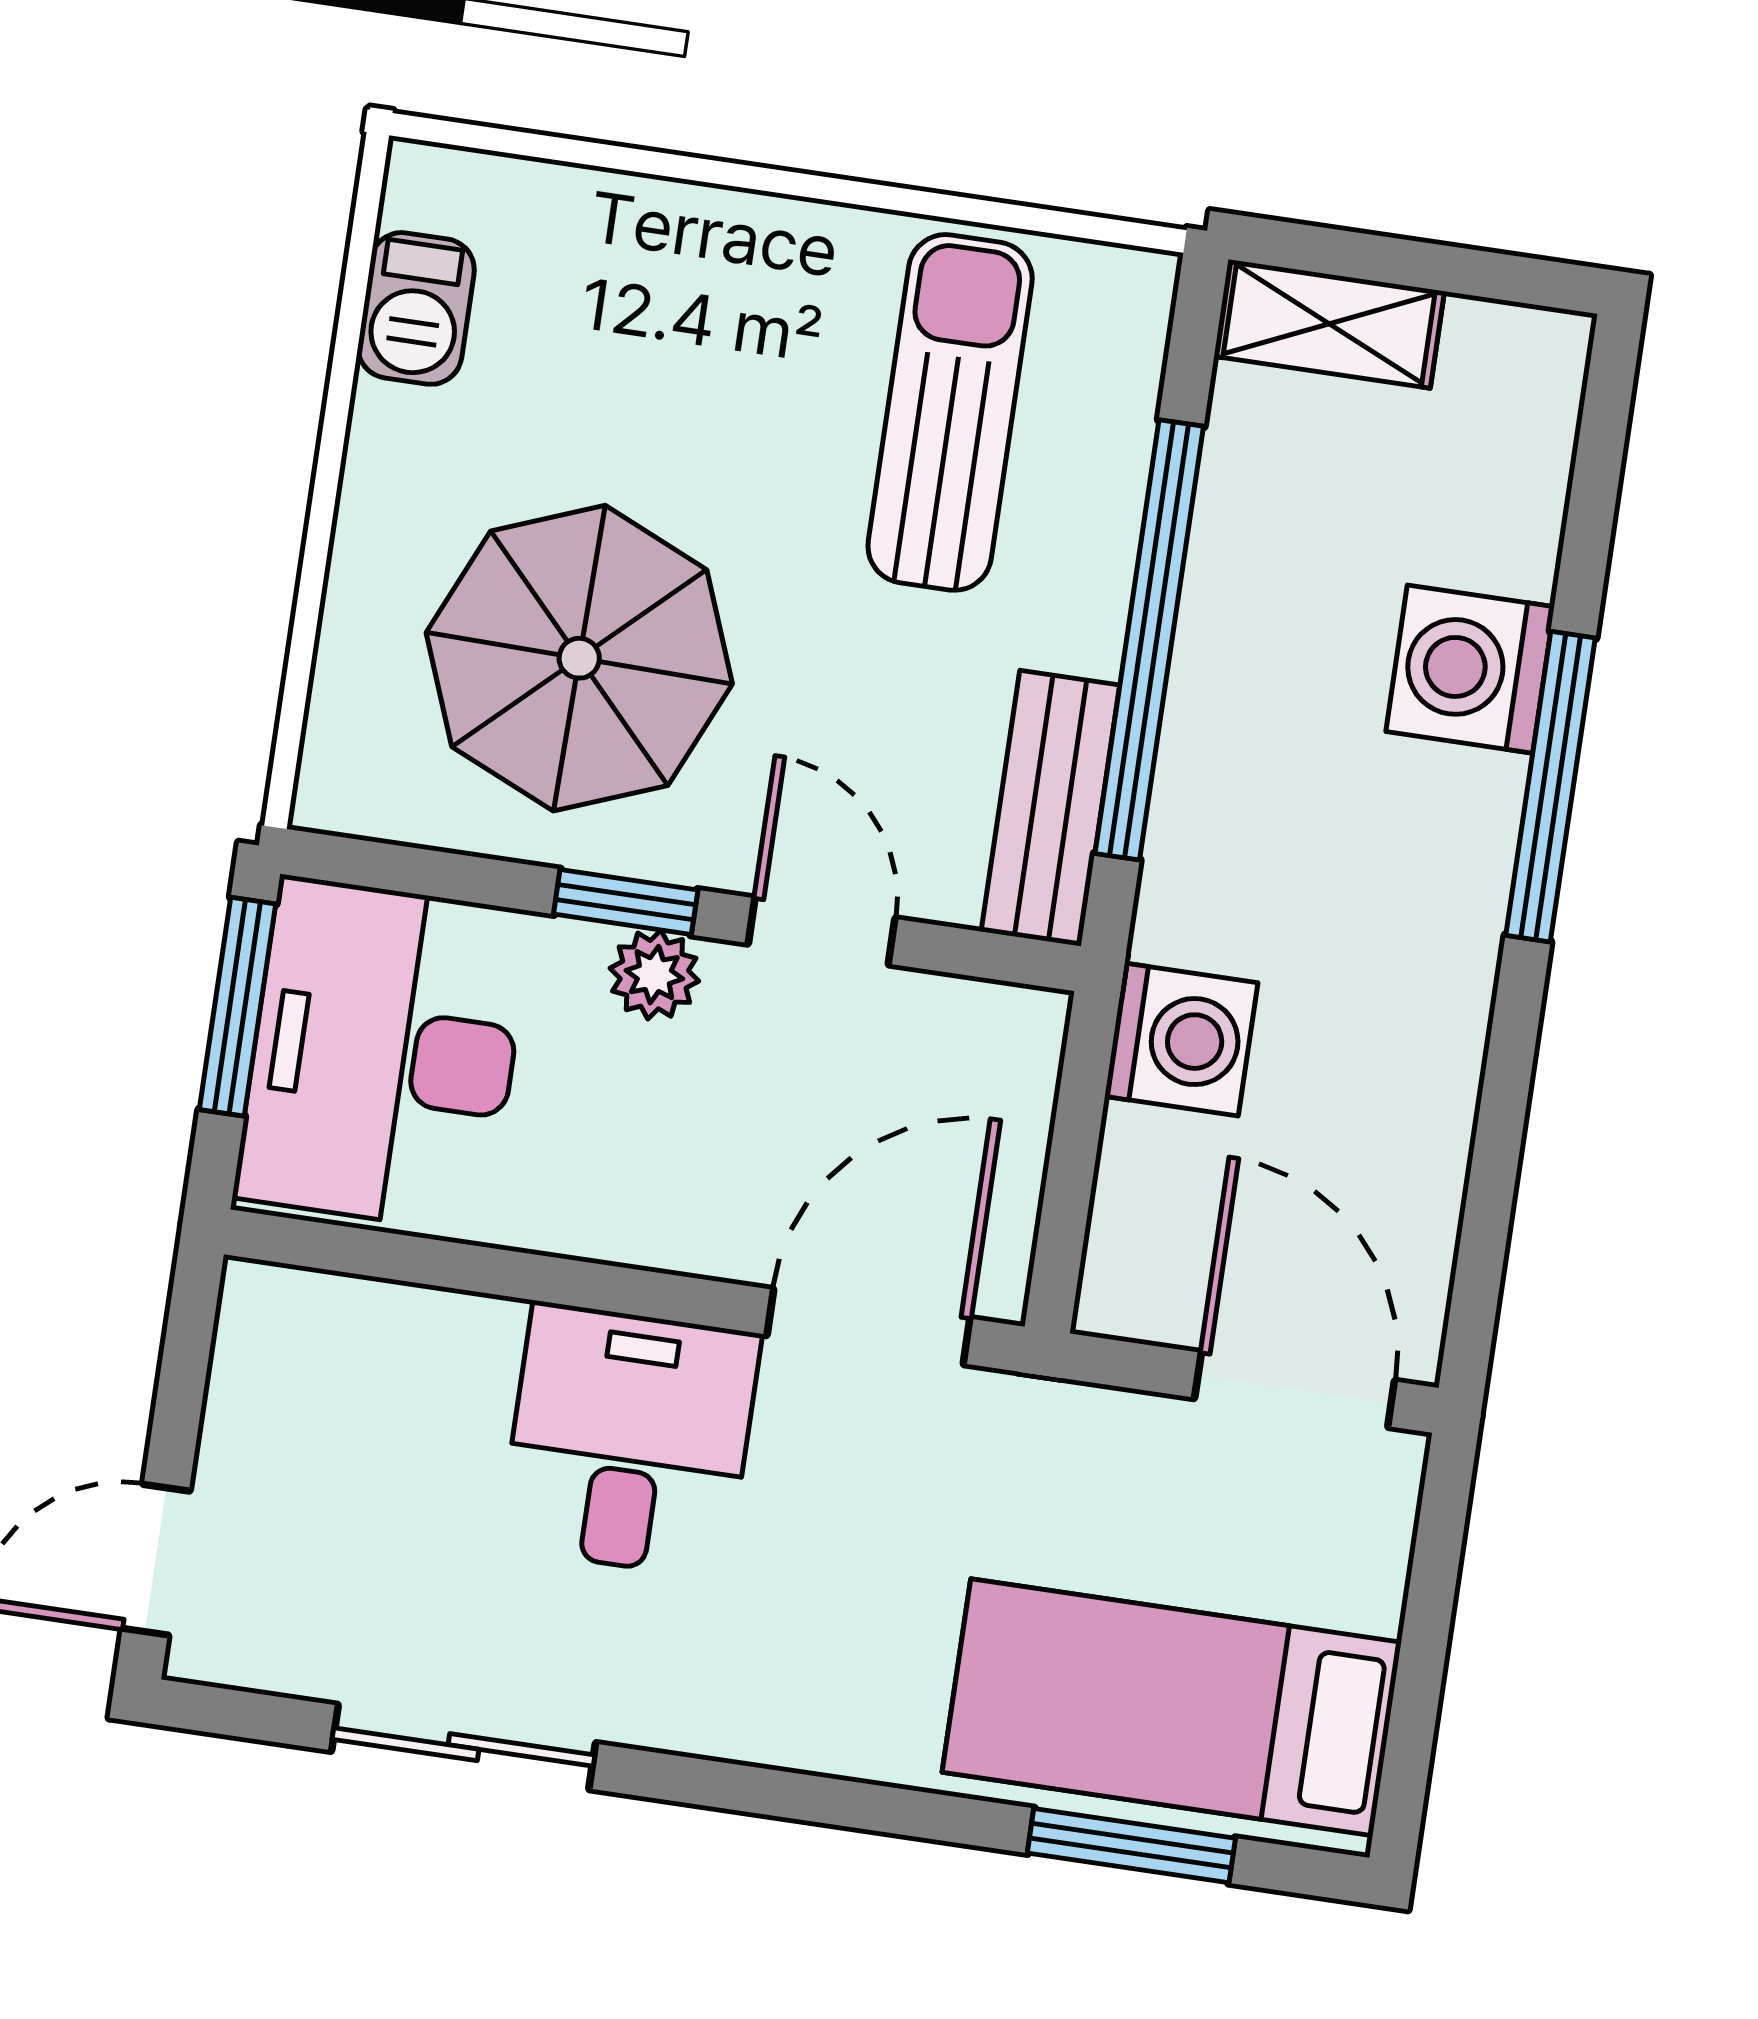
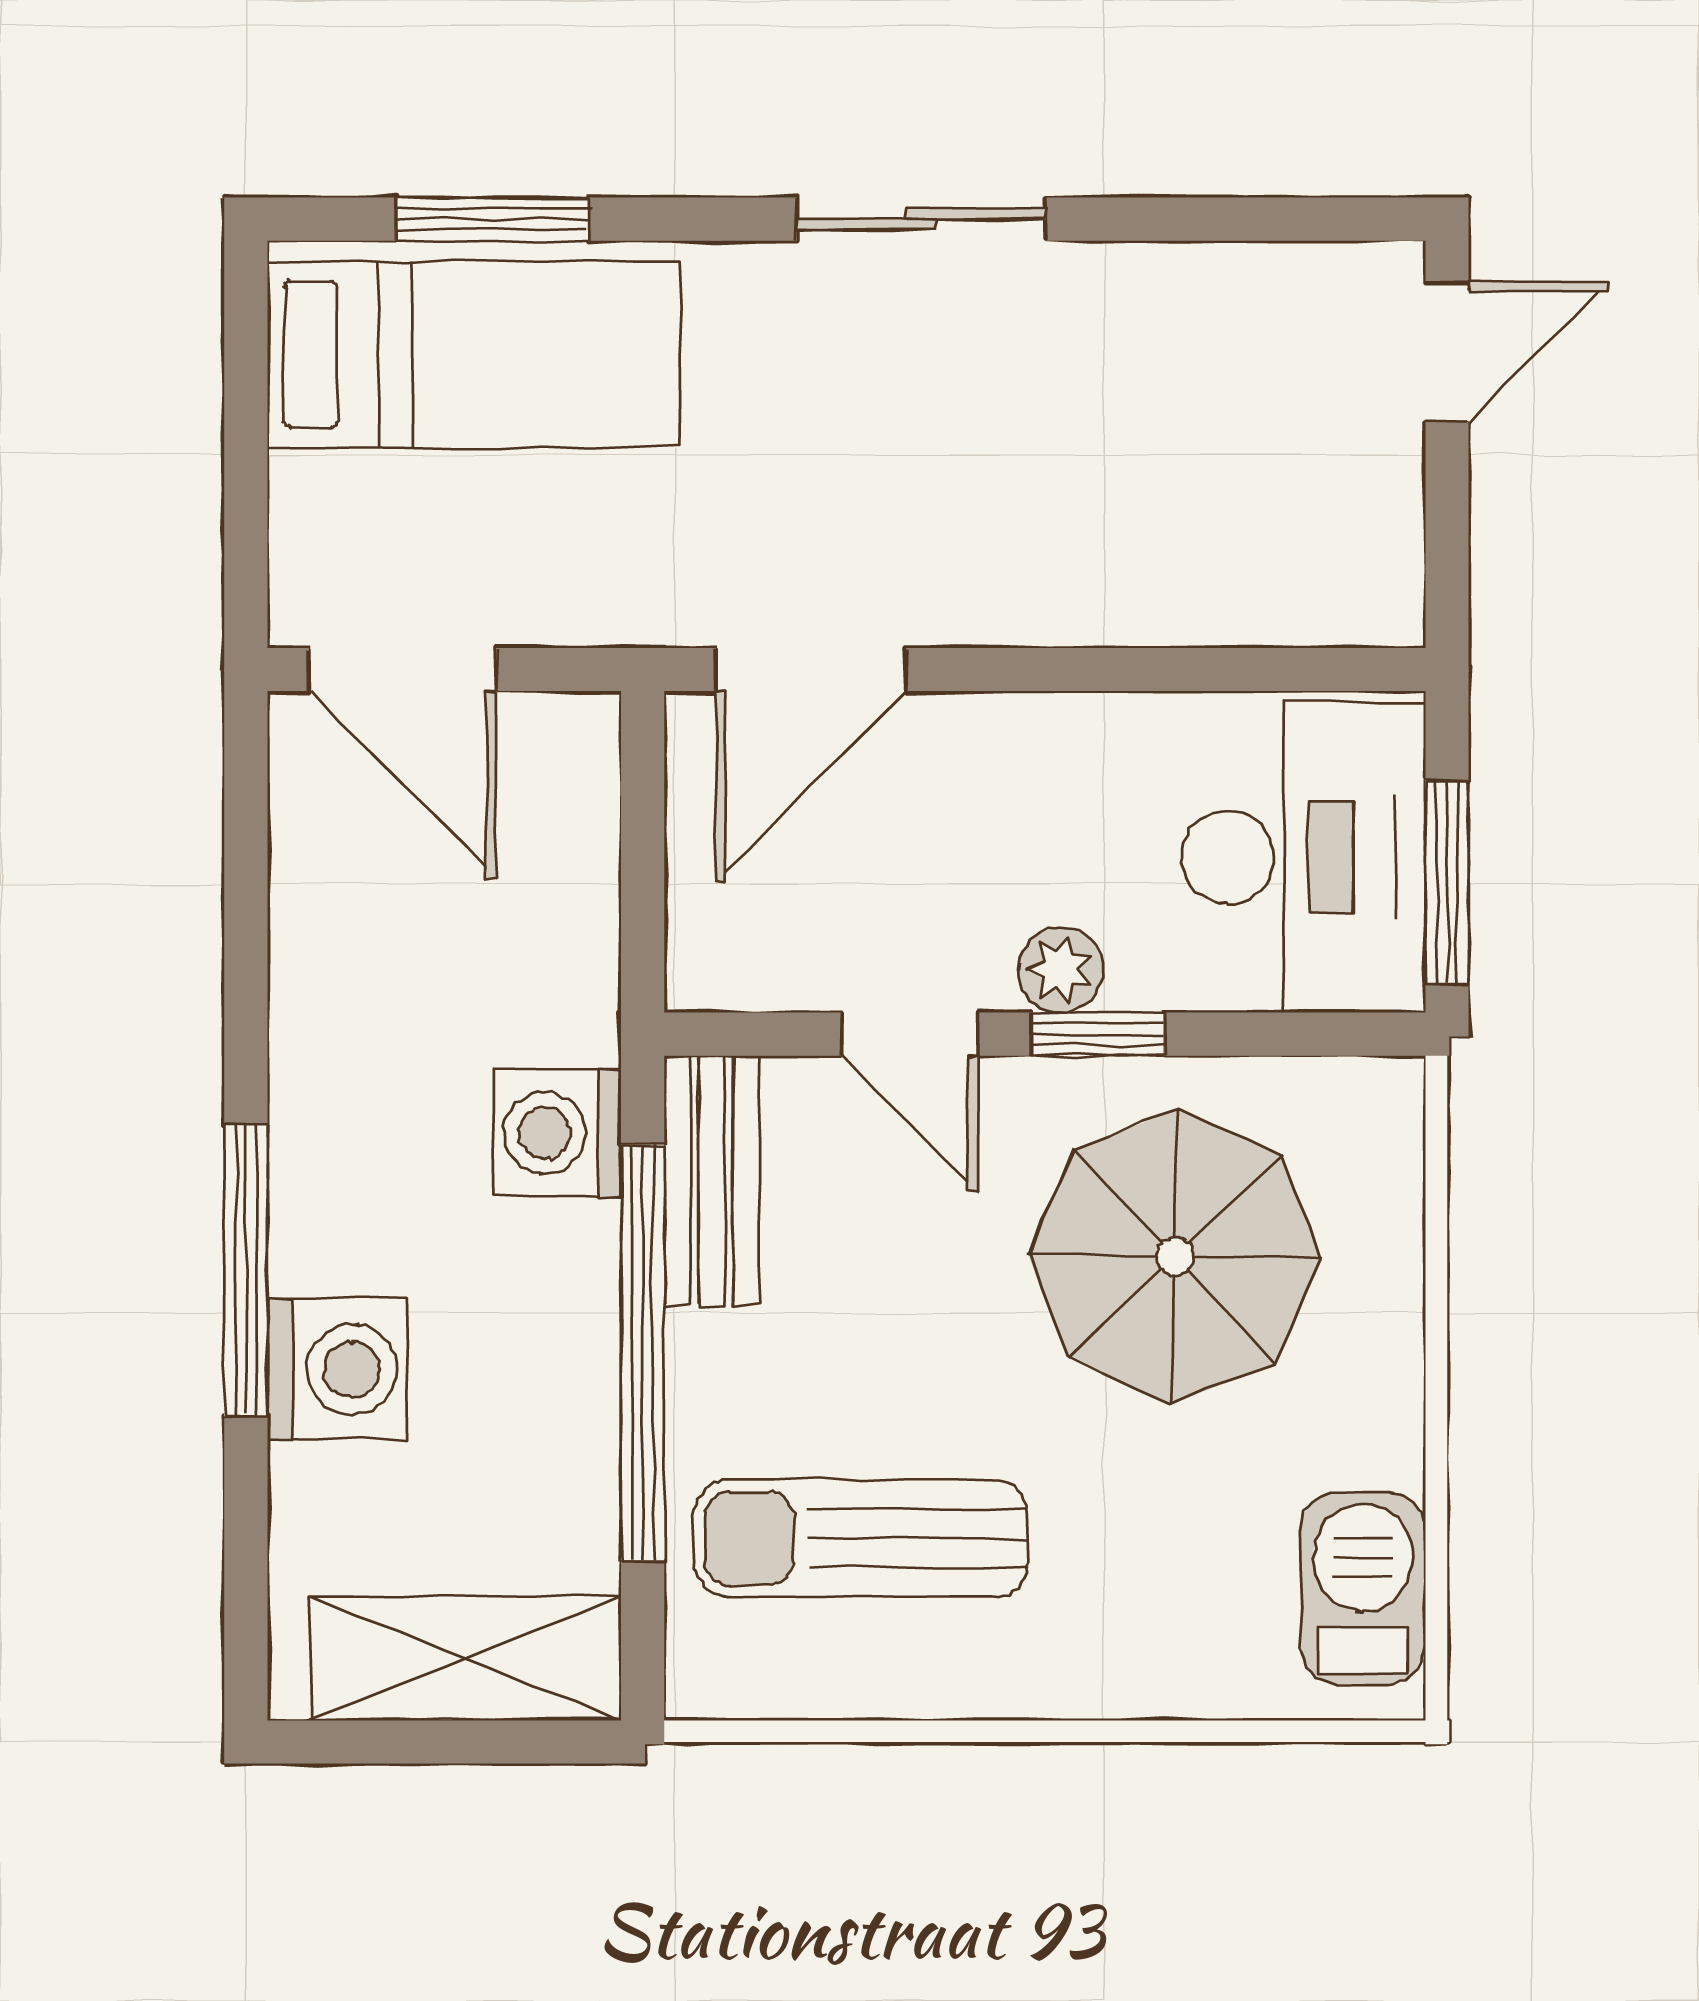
barbecue: (416, 308) -> (1363, 1588), width x1.38, depth x1.27
shelving: (1329, 324) -> (466, 1658), width x1.50, depth x1.33
sun lounger: (950, 412) -> (861, 1538), turned 90
washing machine: (1181, 1040) -> (557, 1133), moved
desk: (630, 1441) -> (1019, 530), removed
sliding door: (463, 1747) -> (921, 219), moved

